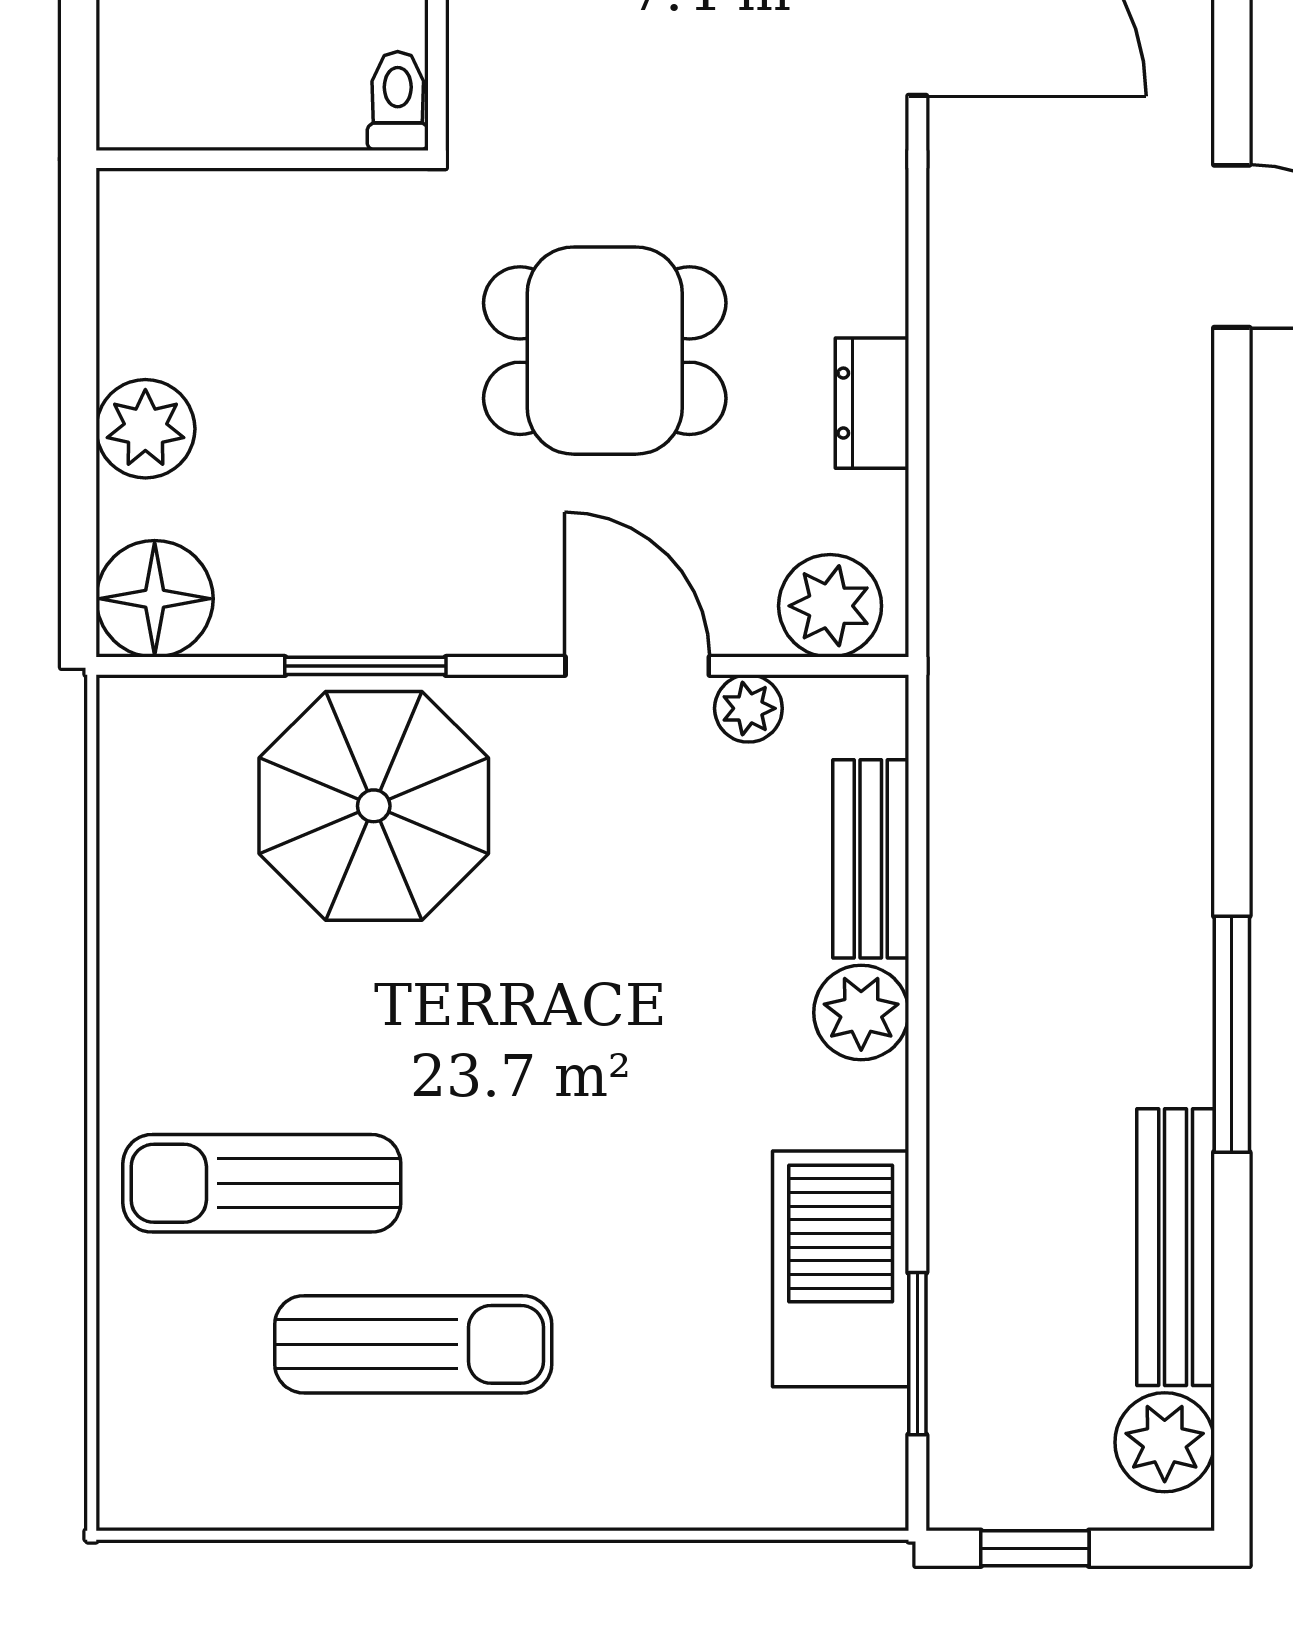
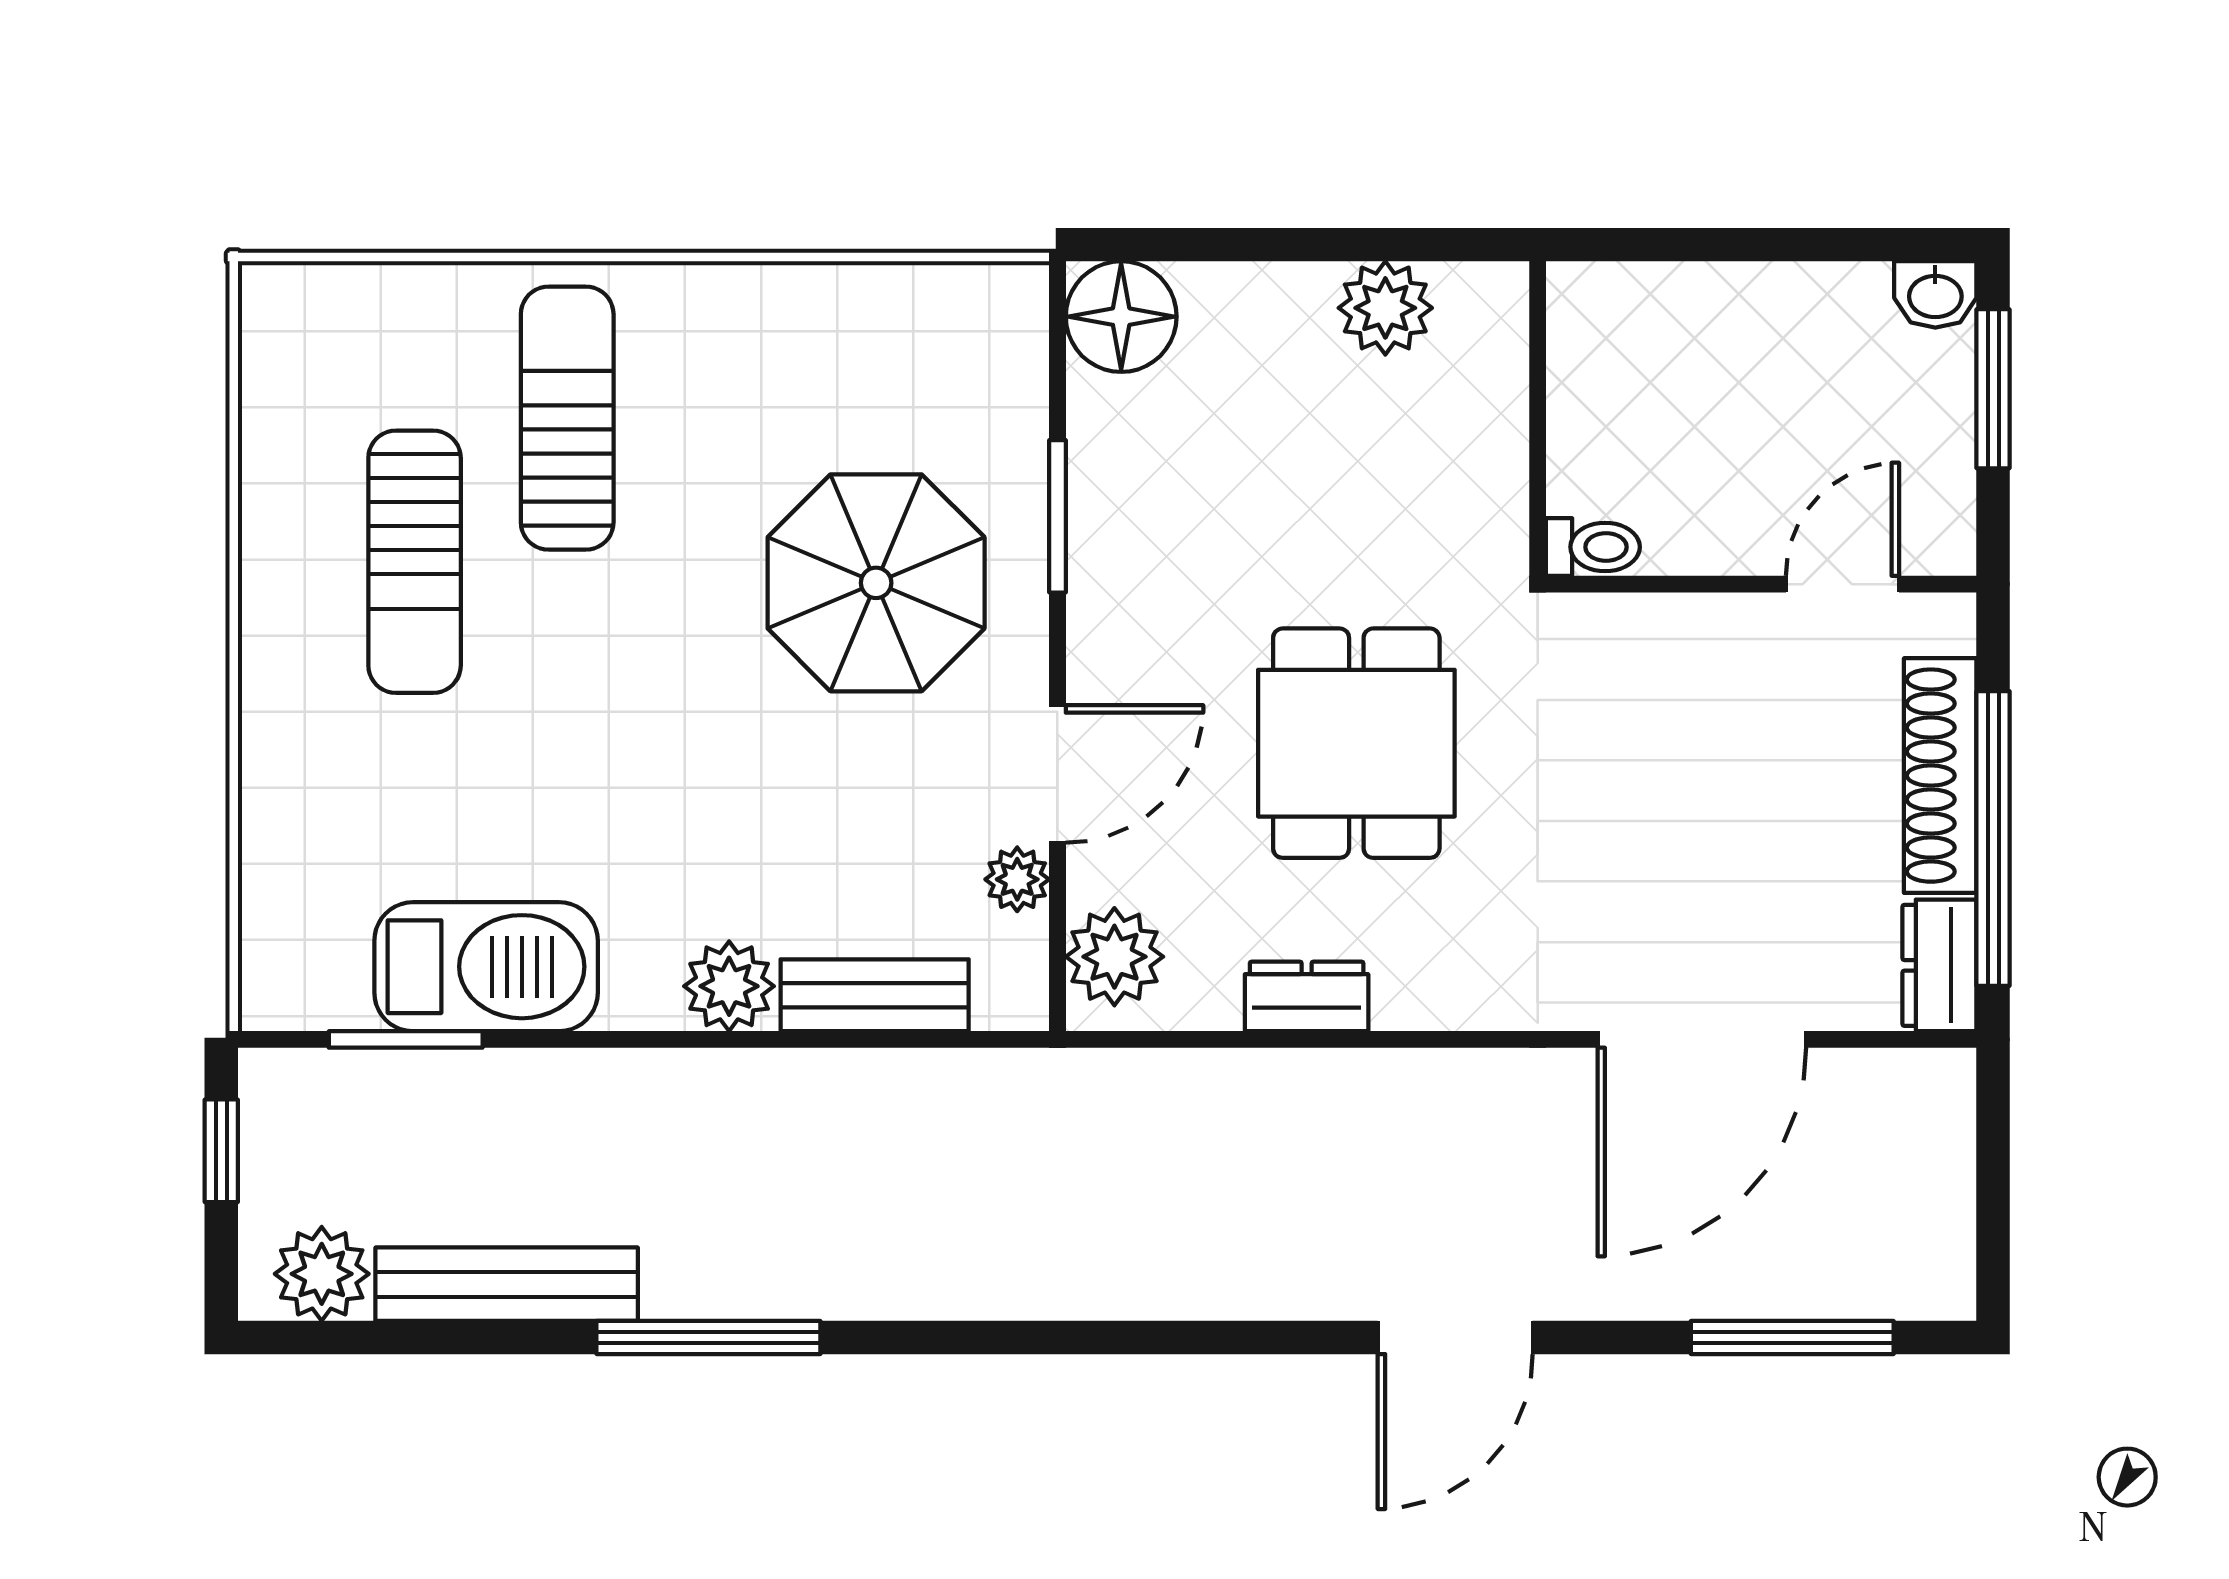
plant: (145, 429) -> (1385, 308), moved
parasol: (374, 806) -> (876, 583), moved

